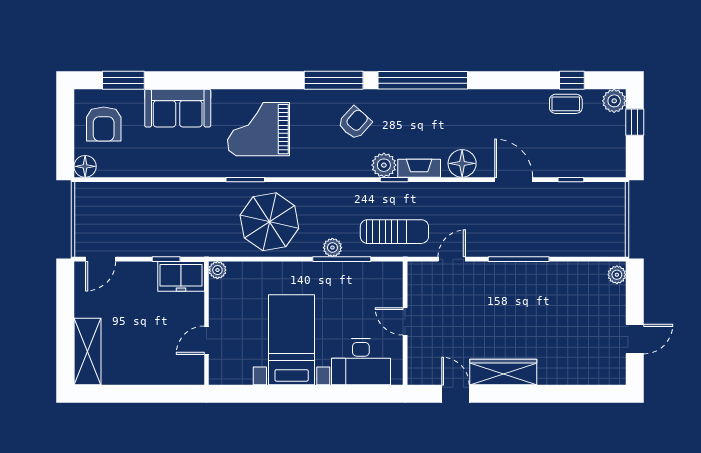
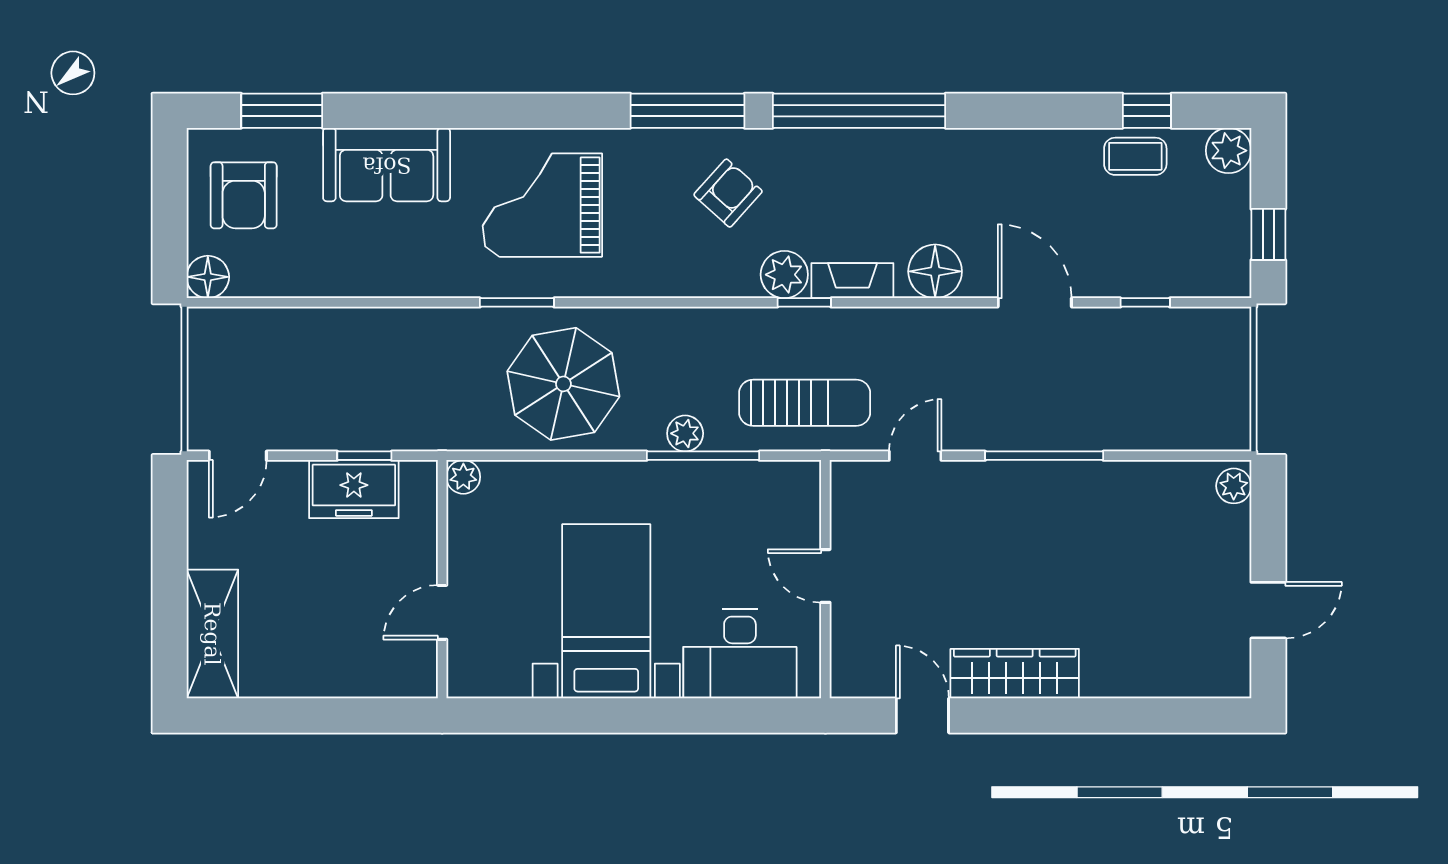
window: (635, 122) -> (1268, 234), moved
freezer: (181, 276) -> (354, 489), moved

